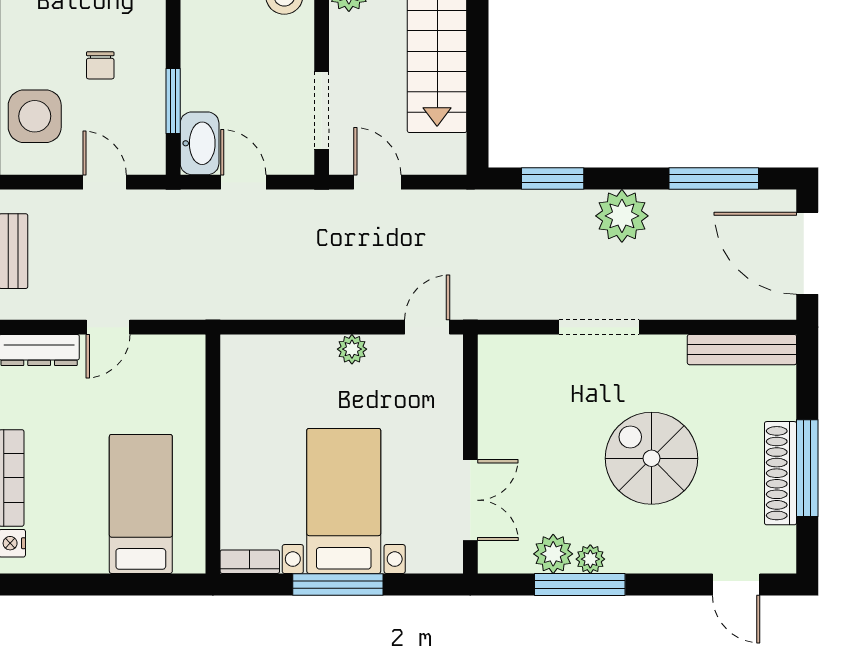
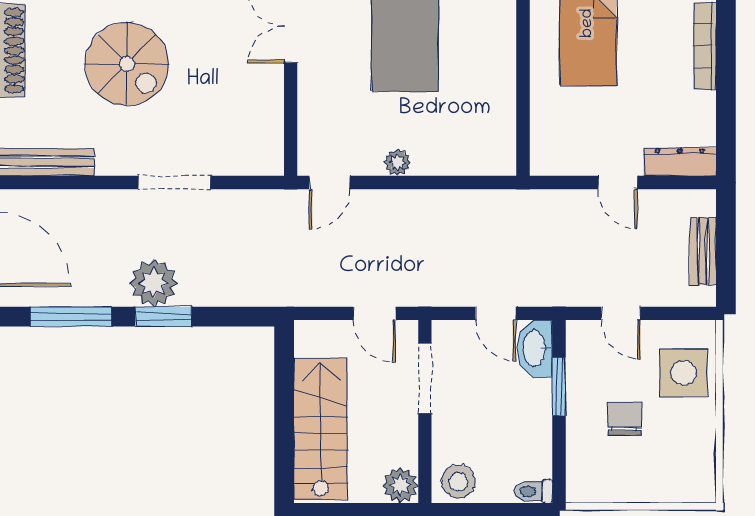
chair: (100, 65) -> (625, 419), width x1.37, depth x1.37
window: (553, 178) -> (163, 317), moved
door: (108, 327) -> (618, 182), swing flipped

